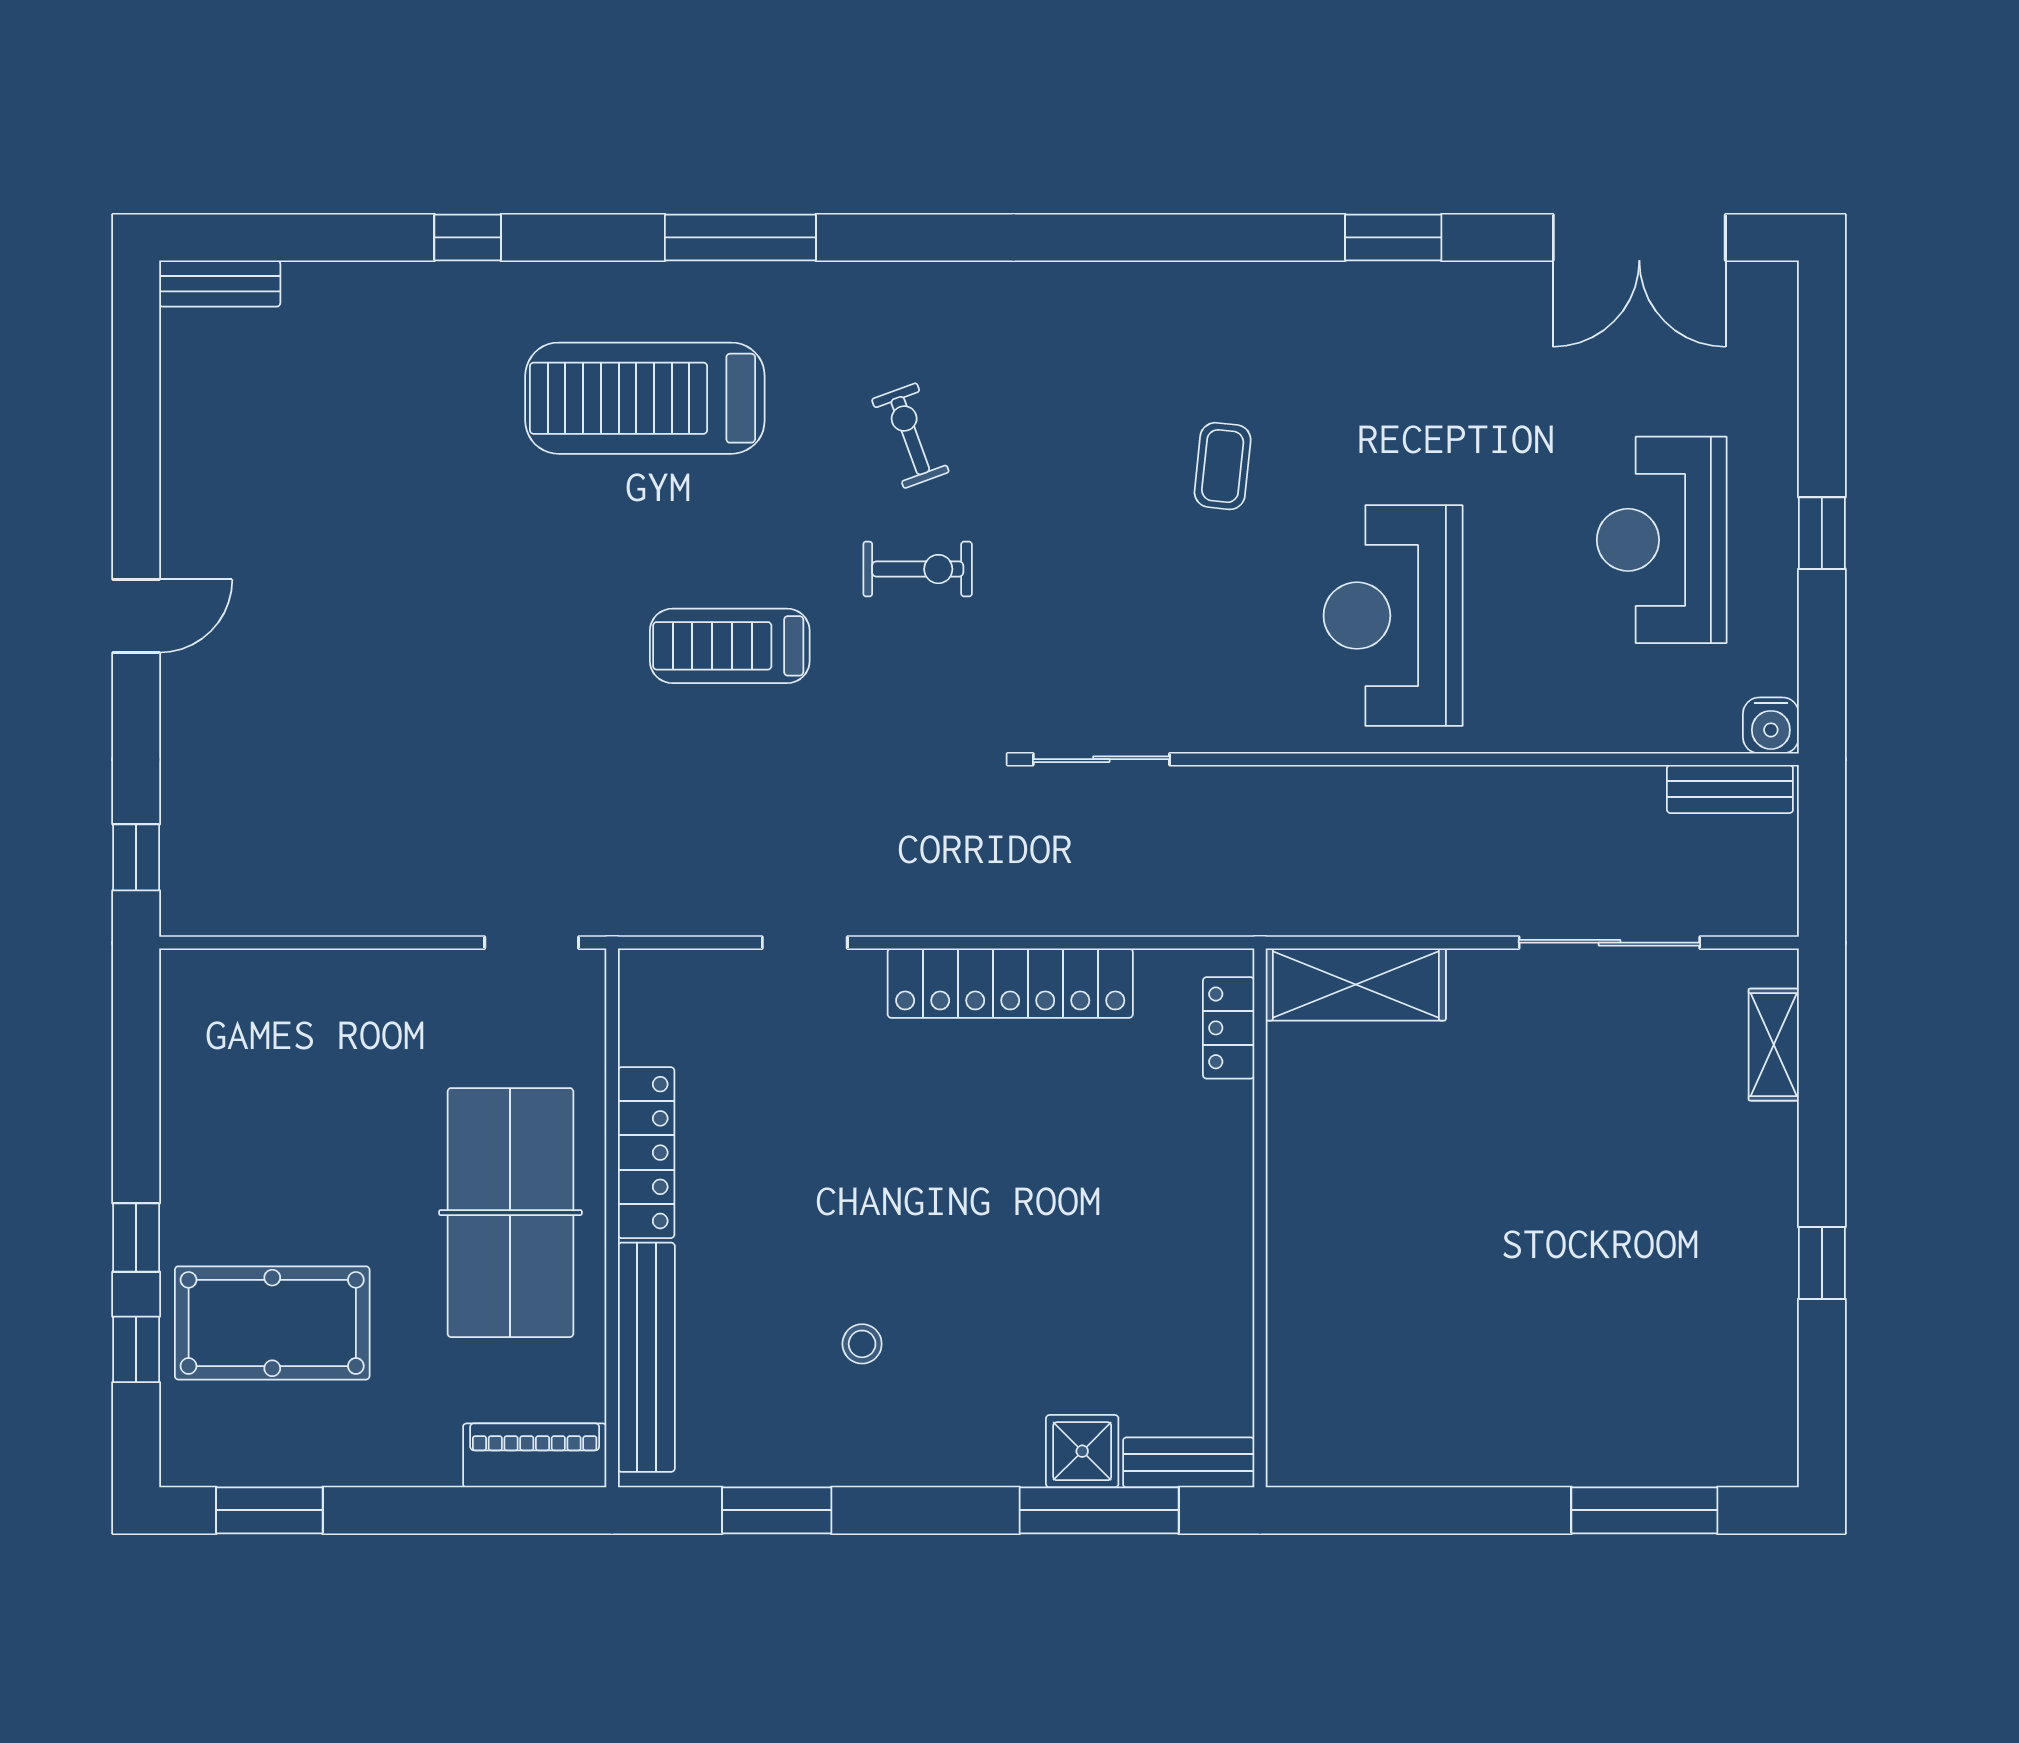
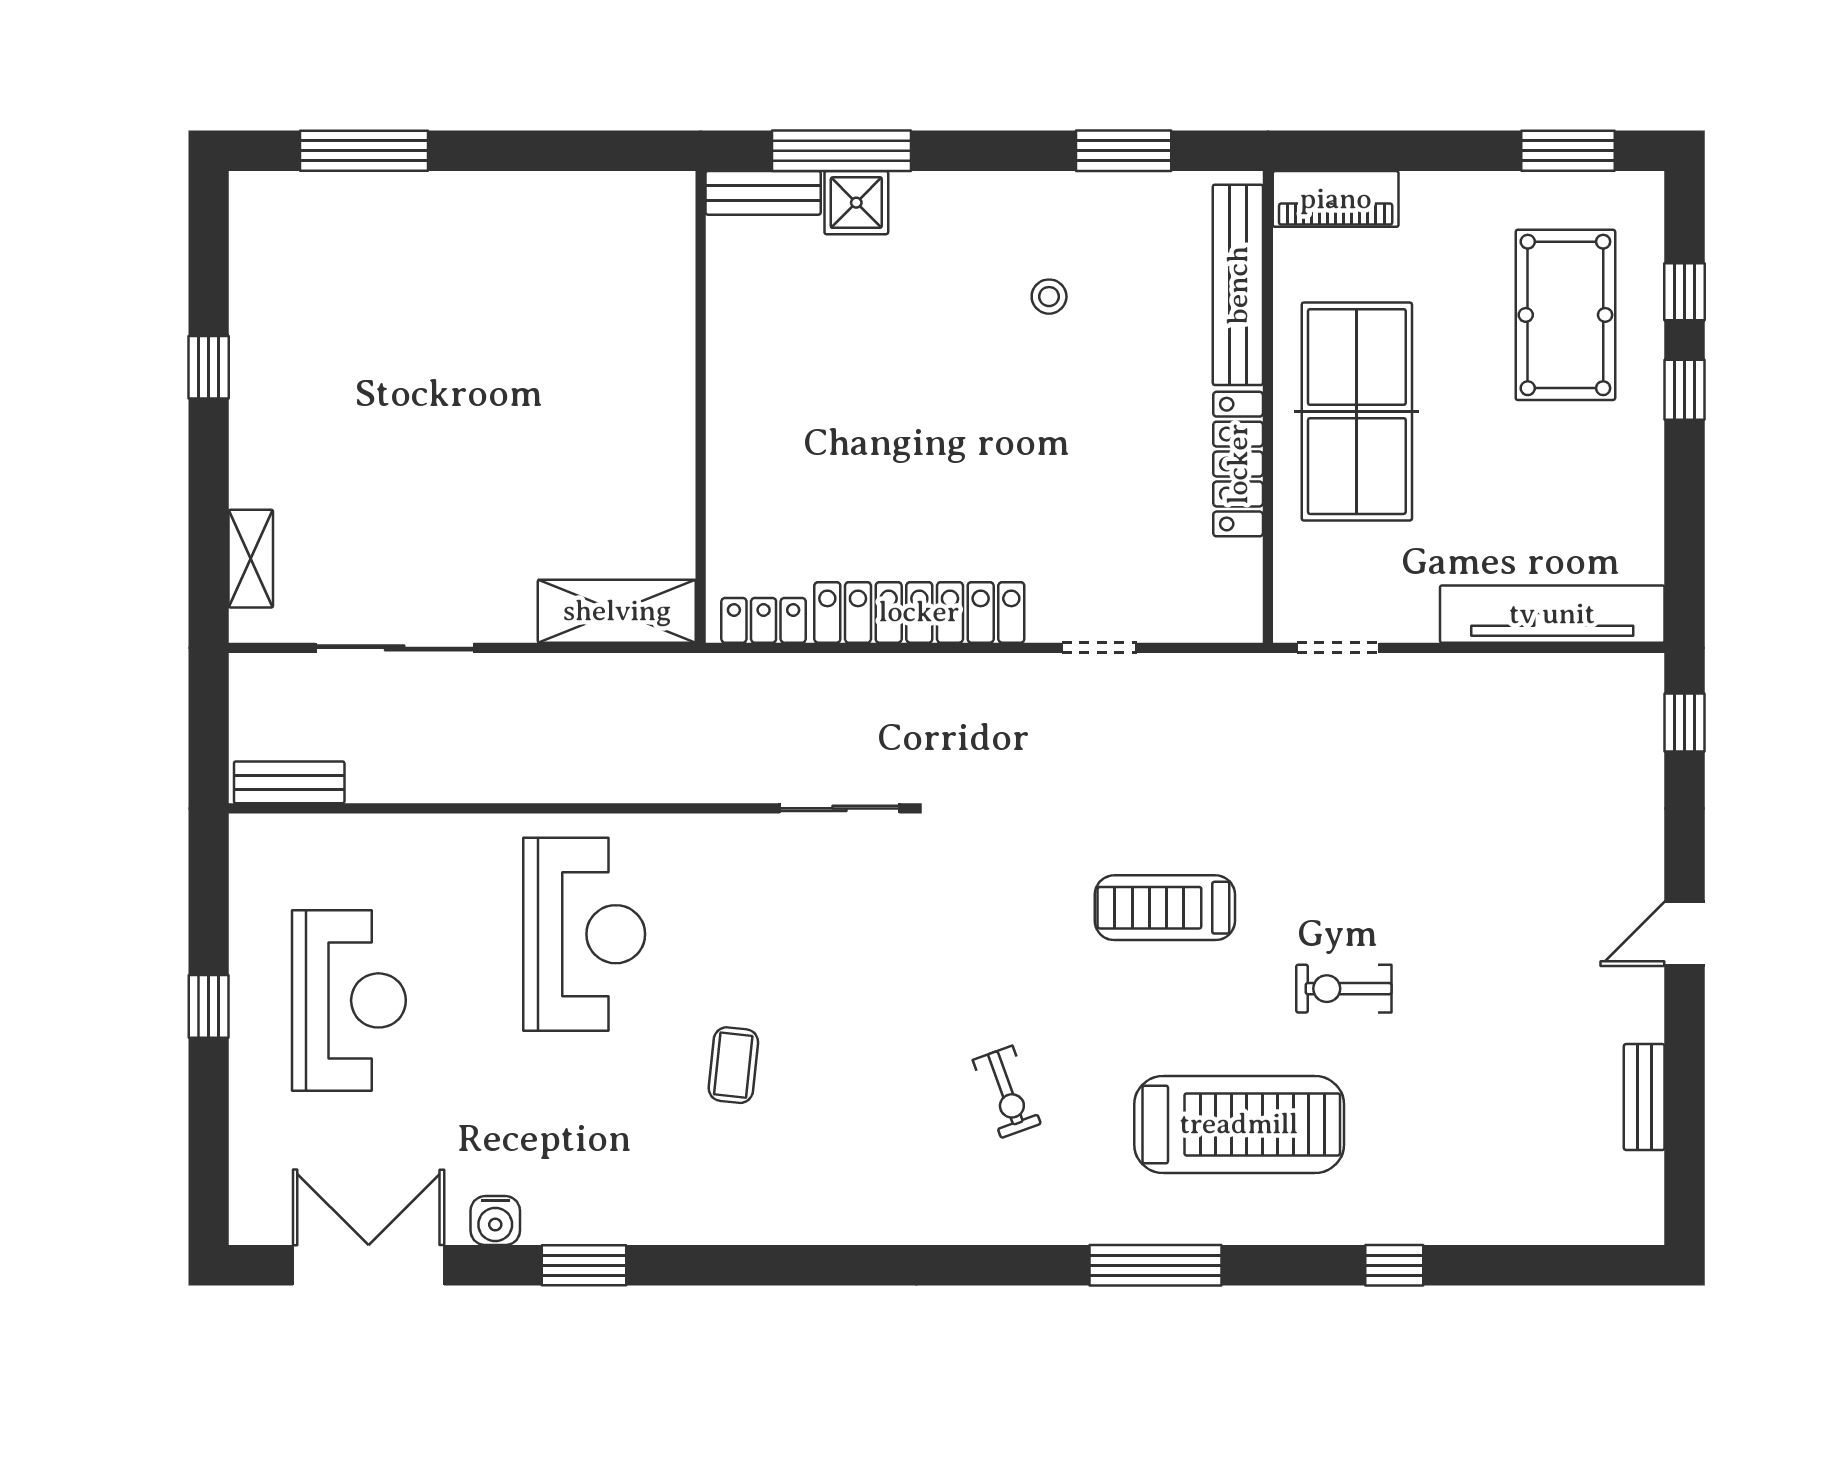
bench: (220, 284) -> (1644, 1097), moved, turned 90
exercise bike: (918, 569) -> (1344, 989), moved
treadmill: (730, 646) -> (1165, 908), turned 180
water cooler: (1771, 725) -> (495, 1221), moved, turned 180
tv unit: (287, 981) -> (1552, 614), added
locker: (1229, 1028) -> (764, 620), moved, turned -90
pool table: (272, 1323) -> (1565, 315), turned 90

